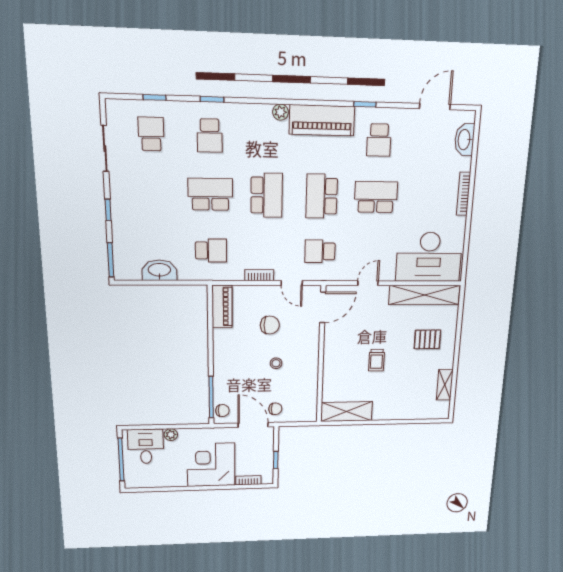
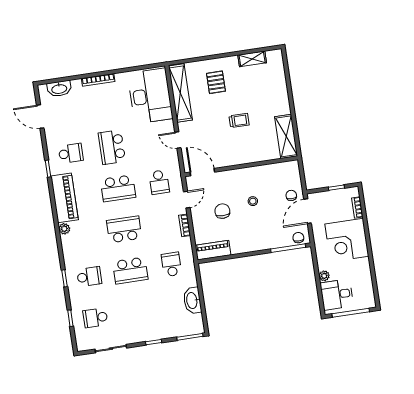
school desk: (210, 194) -> (130, 270), turned -90

